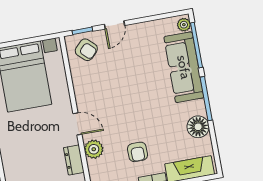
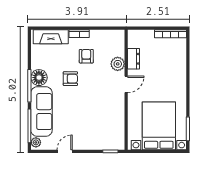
door: (115, 25) -> (65, 151), moved
armchair: (86, 50) -> (70, 79), moved, turned 136
door: (77, 124) -> (126, 84), swing flipped
floor lamp: (198, 127) -> (39, 78), moved

